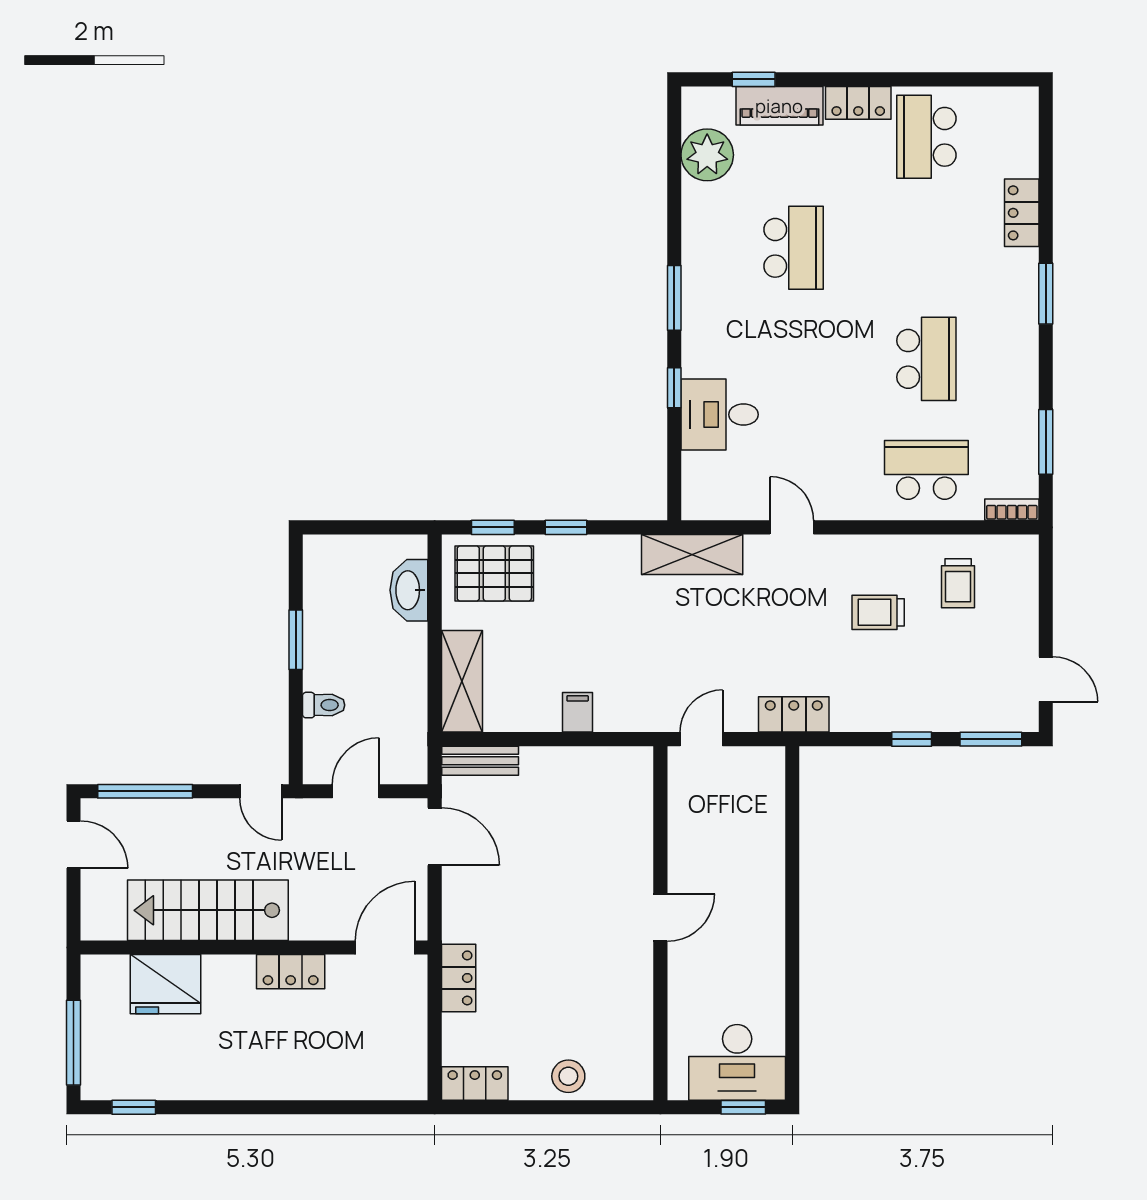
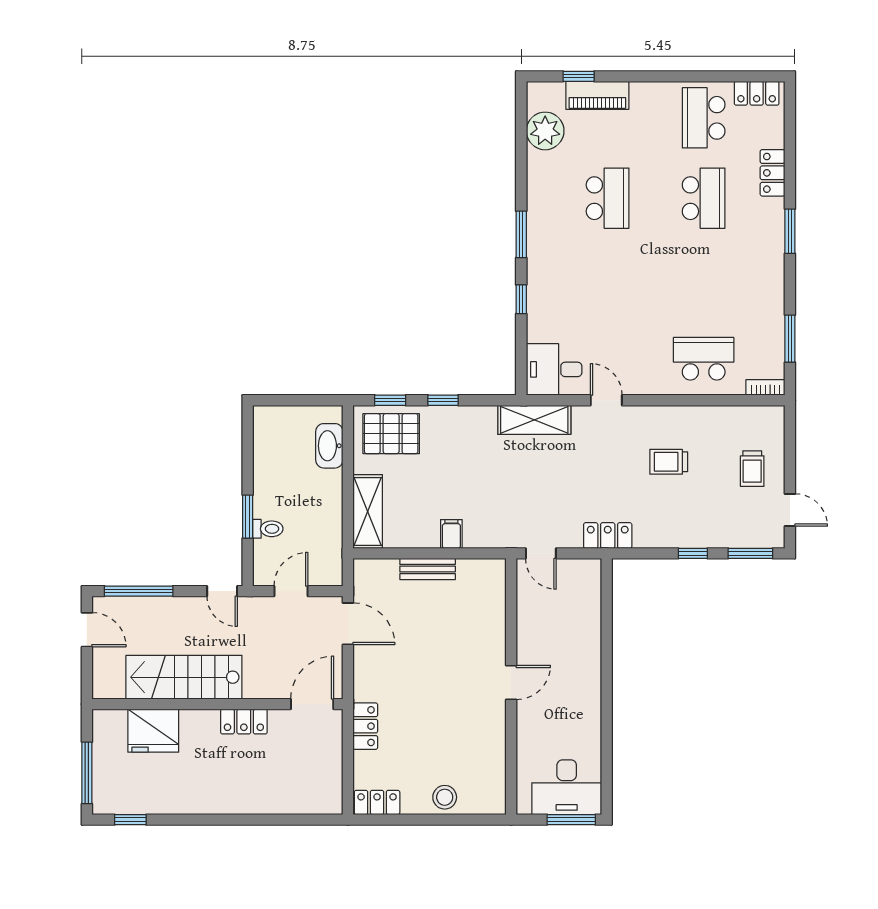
locker: (858, 103) -> (757, 93), moved
school desk: (926, 359) -> (704, 198), moved
desk: (720, 415) -> (554, 369), moved
trolley: (958, 583) -> (752, 469), moved
window: (296, 640) -> (248, 517), moved
door: (701, 739) -> (541, 553), swing flipped
bench: (480, 761) -> (428, 569), moved
window: (743, 1107) -> (571, 820), width x1.50

